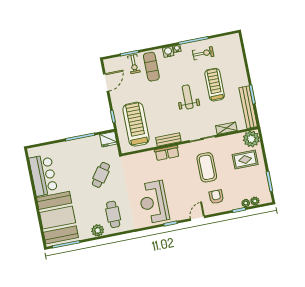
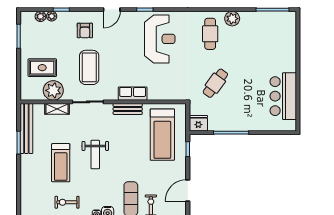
plant: (251, 139) -> (53, 90), moved
booth: (58, 218) -> (276, 43), removed

